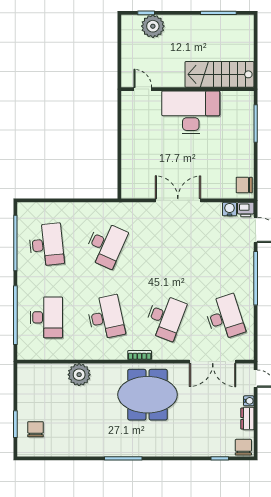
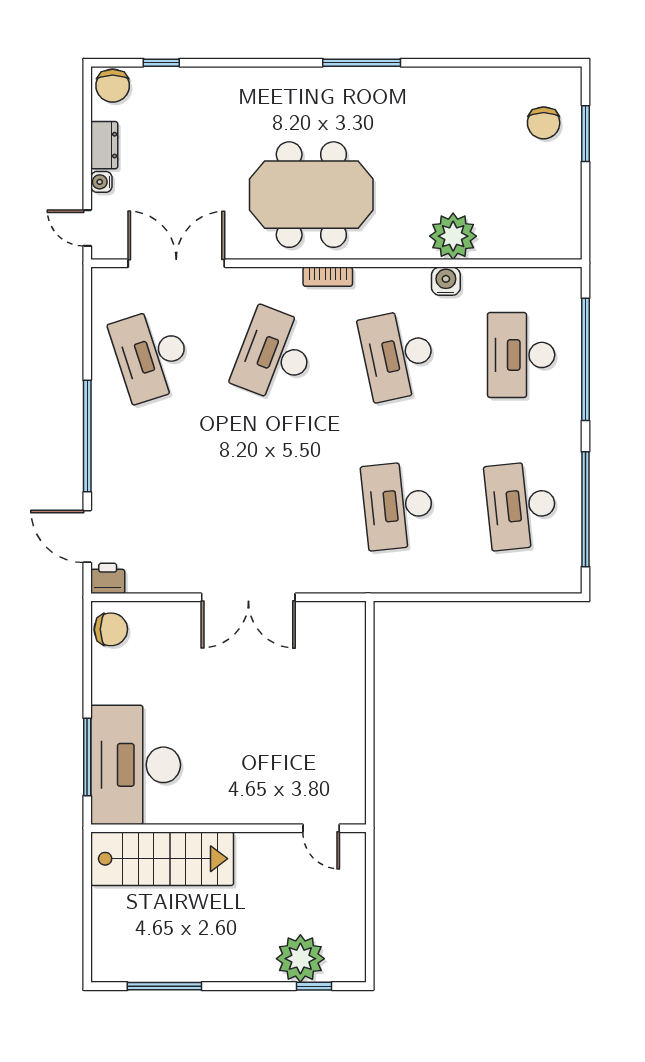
desk: (191, 112) -> (136, 765), moved, turned 90
water cooler: (230, 209) -> (446, 281), moved, turned 180
desk: (106, 245) -> (398, 506), turned -30

